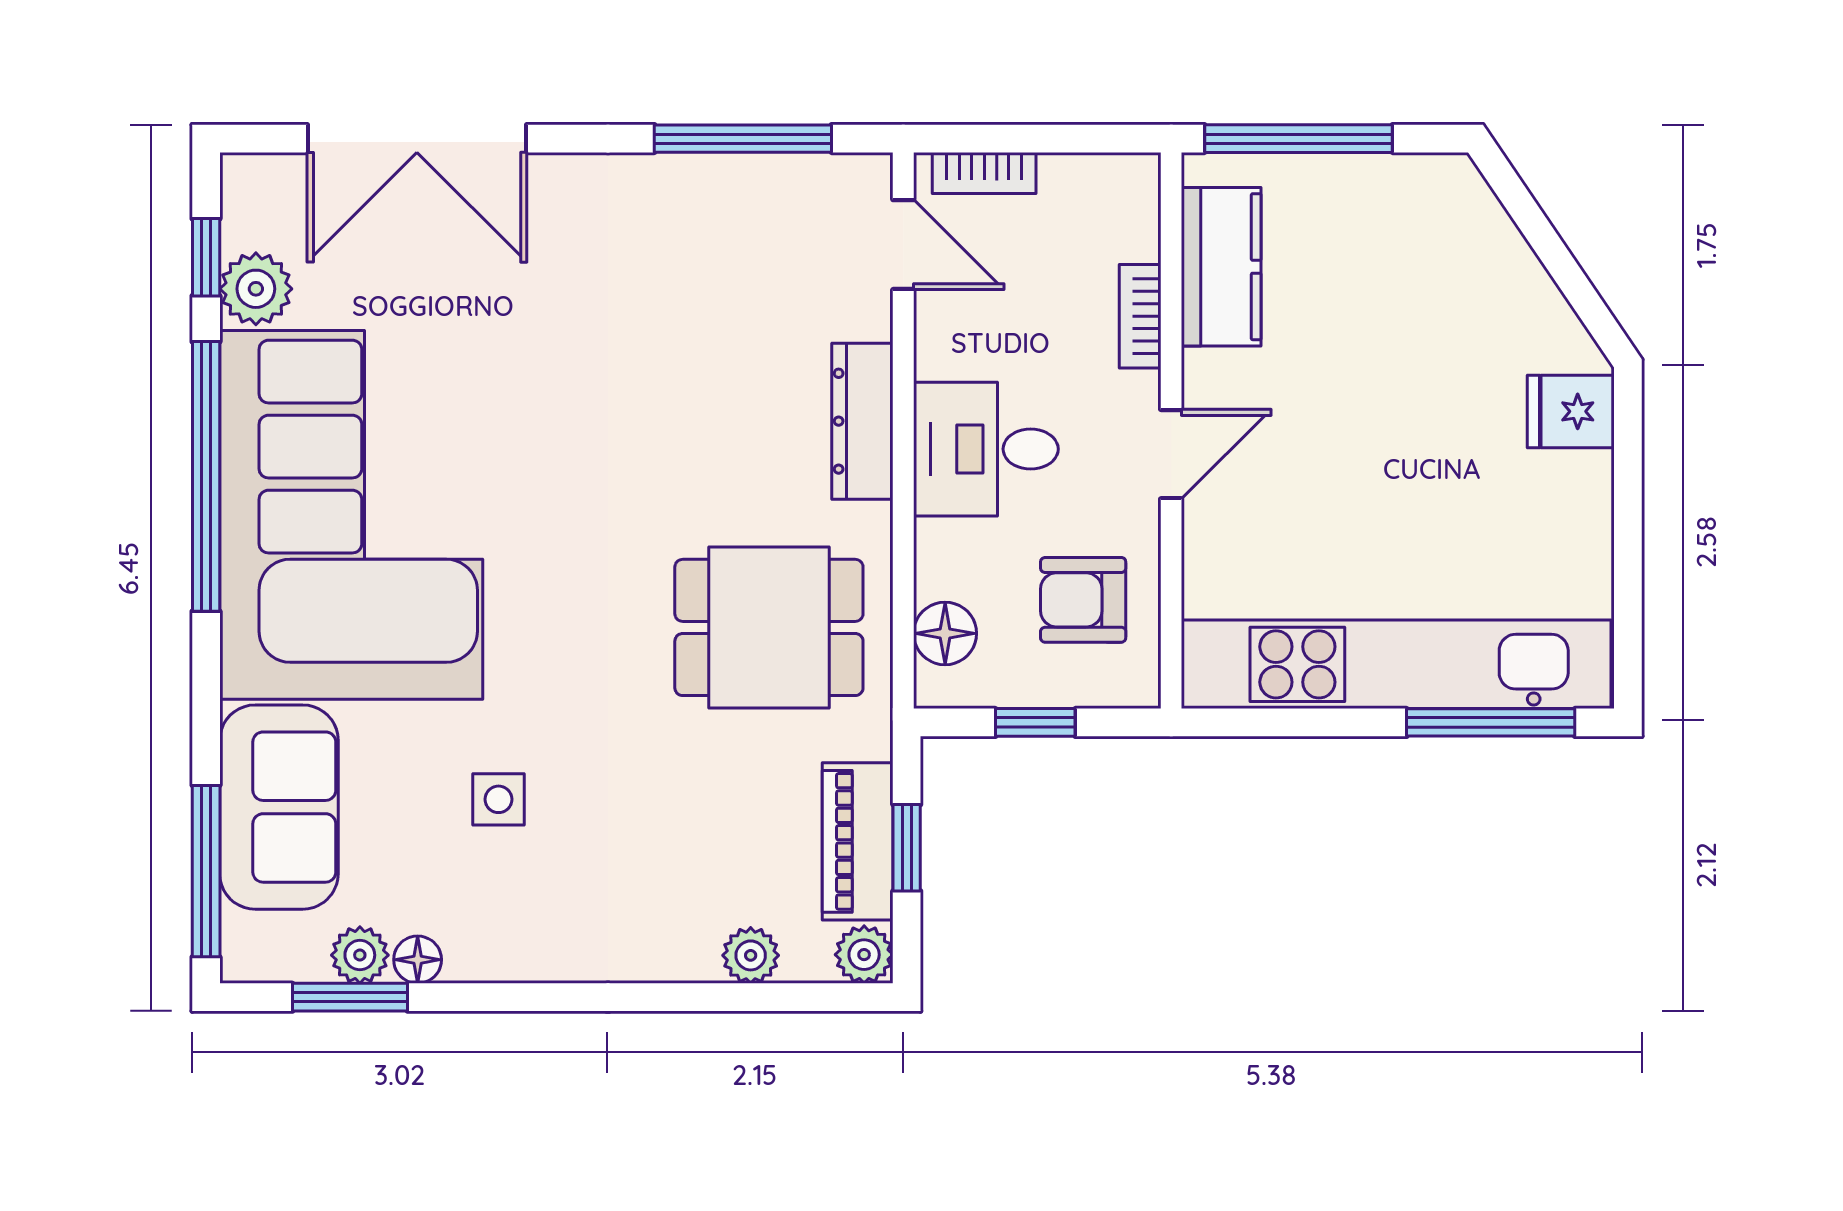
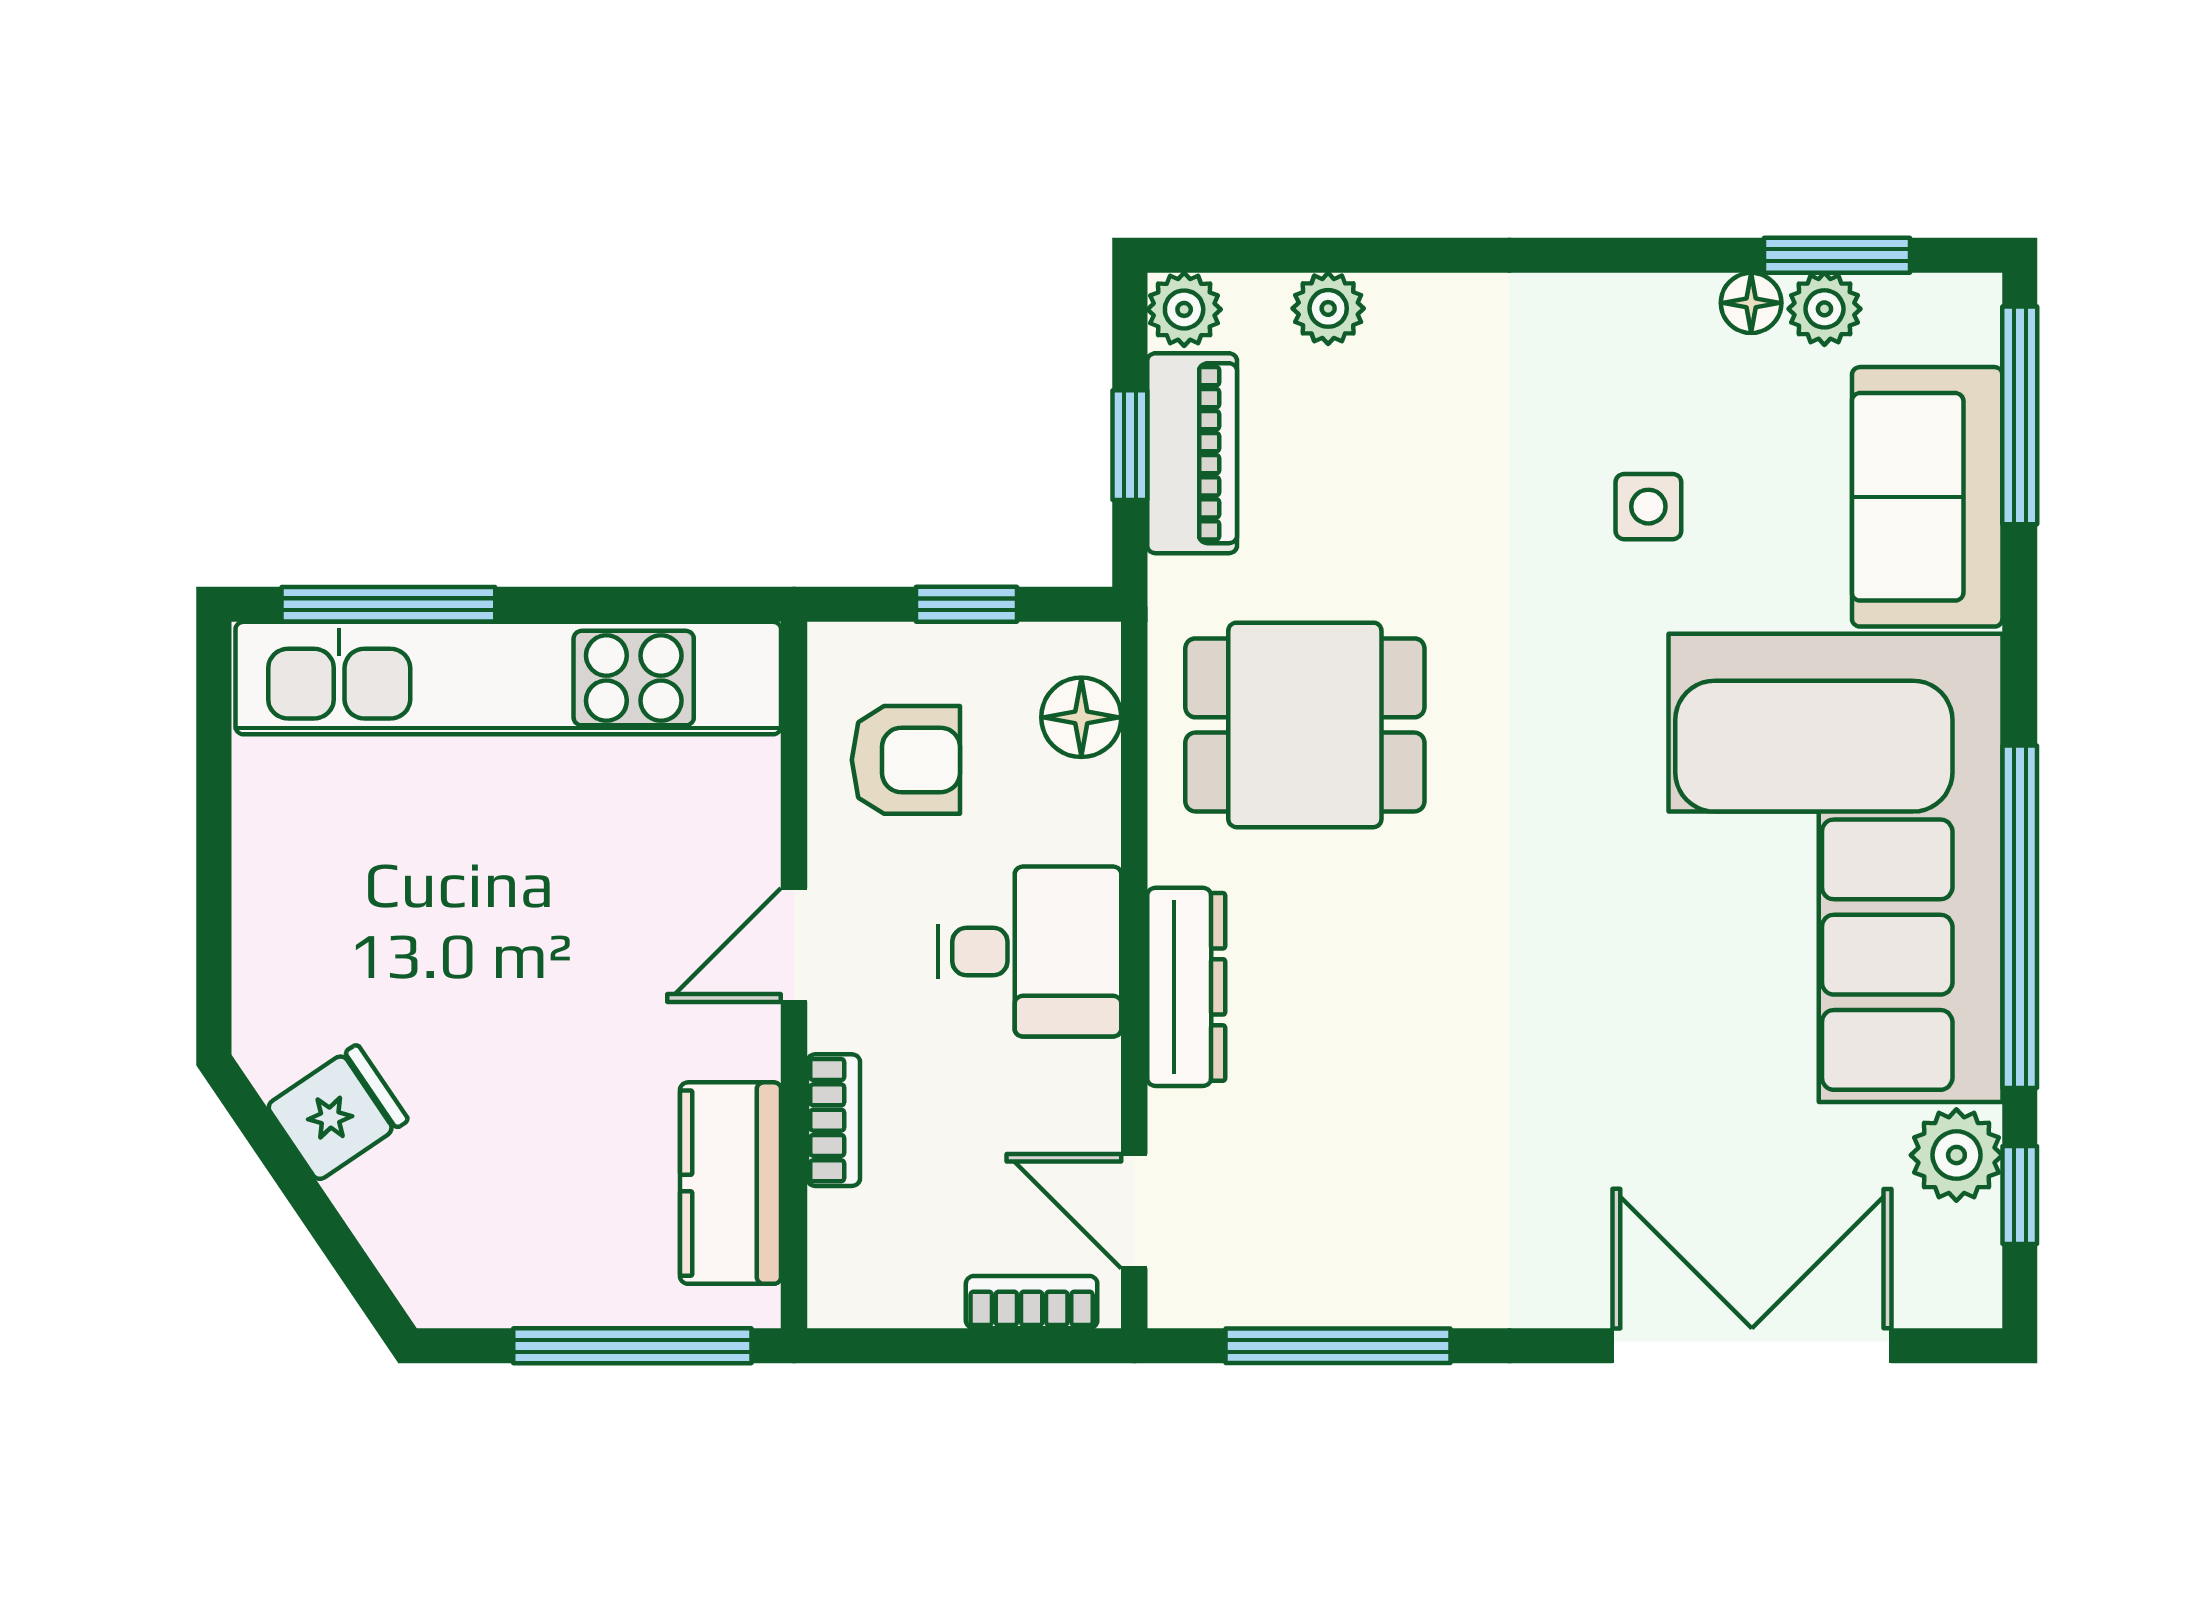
fridge: (1571, 411) -> (337, 1113), moved, turned -34

